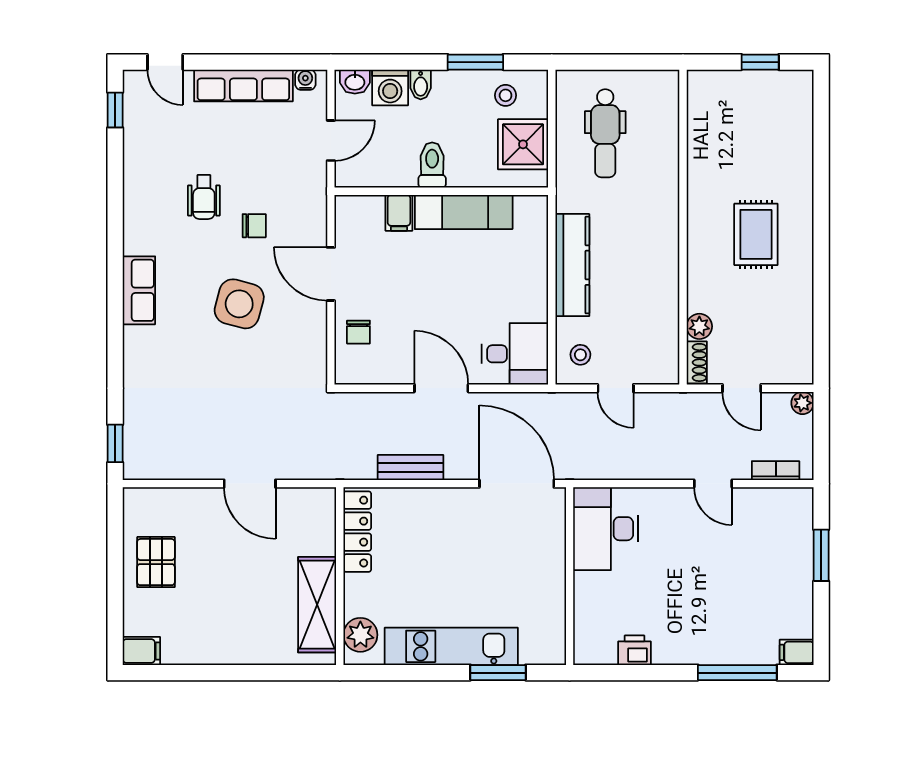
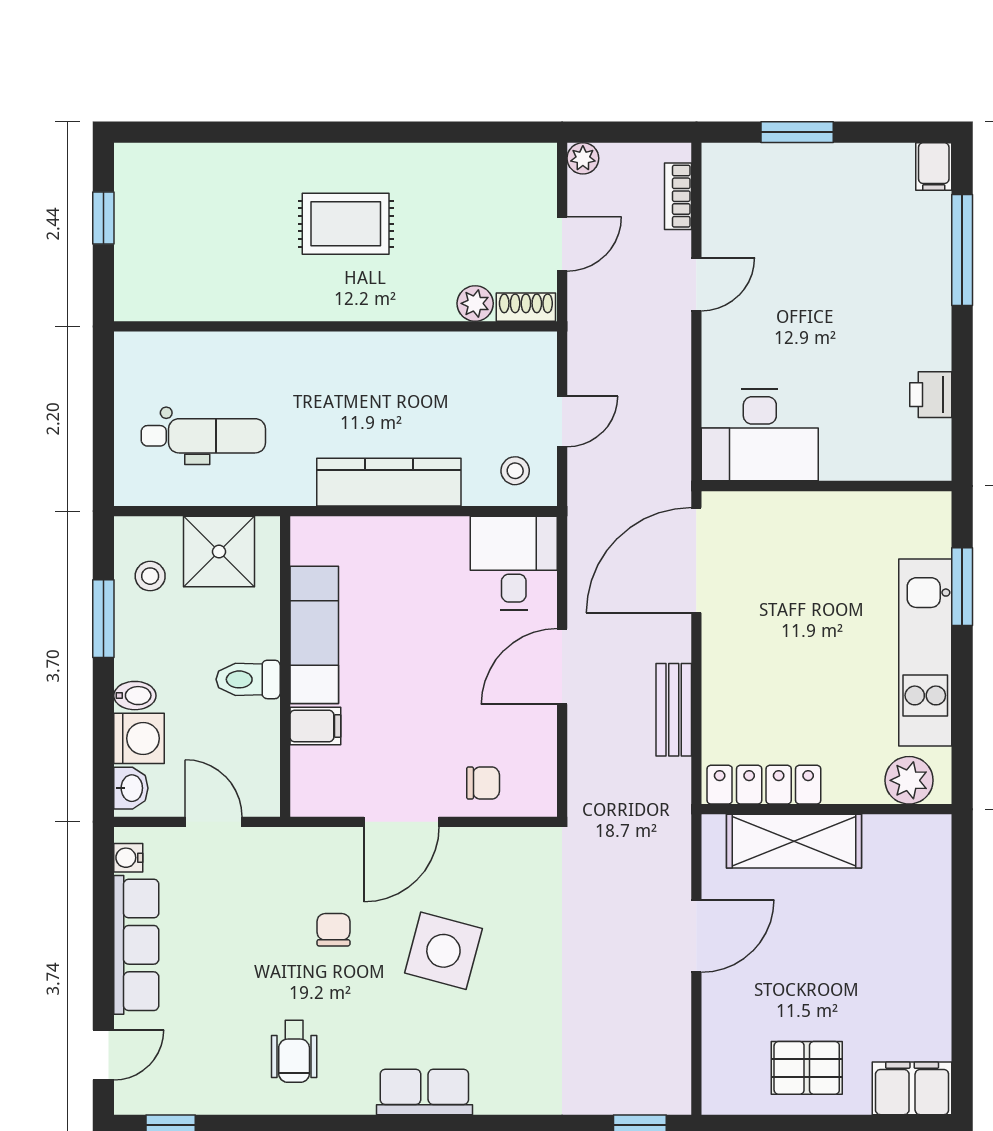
wheelchair: (204, 197) -> (294, 1051), moved, turned 90
shelving: (317, 605) -> (794, 841), moved
filing cabinet: (141, 651) -> (912, 1088), width x2.00

